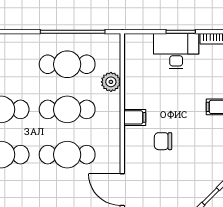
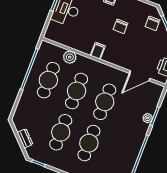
chair: (163, 141) -> (121, 26), moved
chair: (202, 179) -> (152, 23), added

